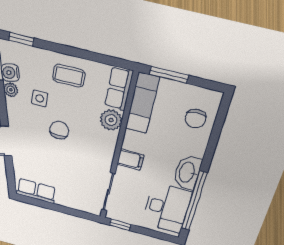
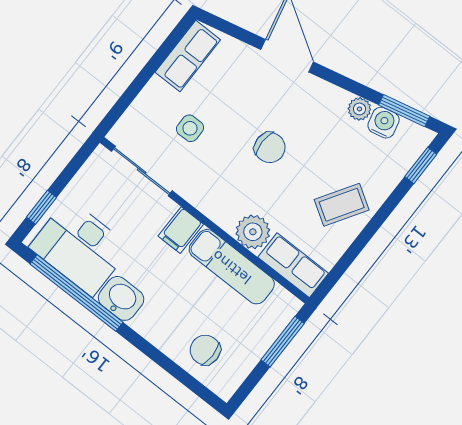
coffee table: (69, 76) -> (342, 205), turned 32
side table: (40, 98) -> (190, 128), moved
exam couch: (142, 103) -> (232, 267), moved
washbasin: (187, 172) -> (121, 298), width x0.72
window: (120, 225) -> (41, 207), moved

